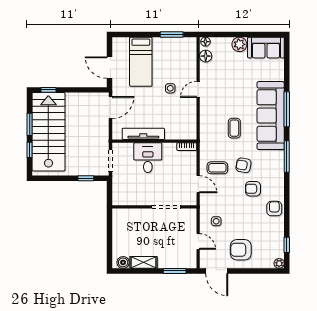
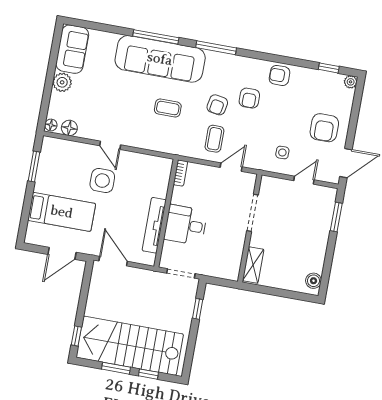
side table: (170, 88) -> (102, 181), width x1.87, depth x1.87
shelving: (144, 262) -> (253, 265), moved

